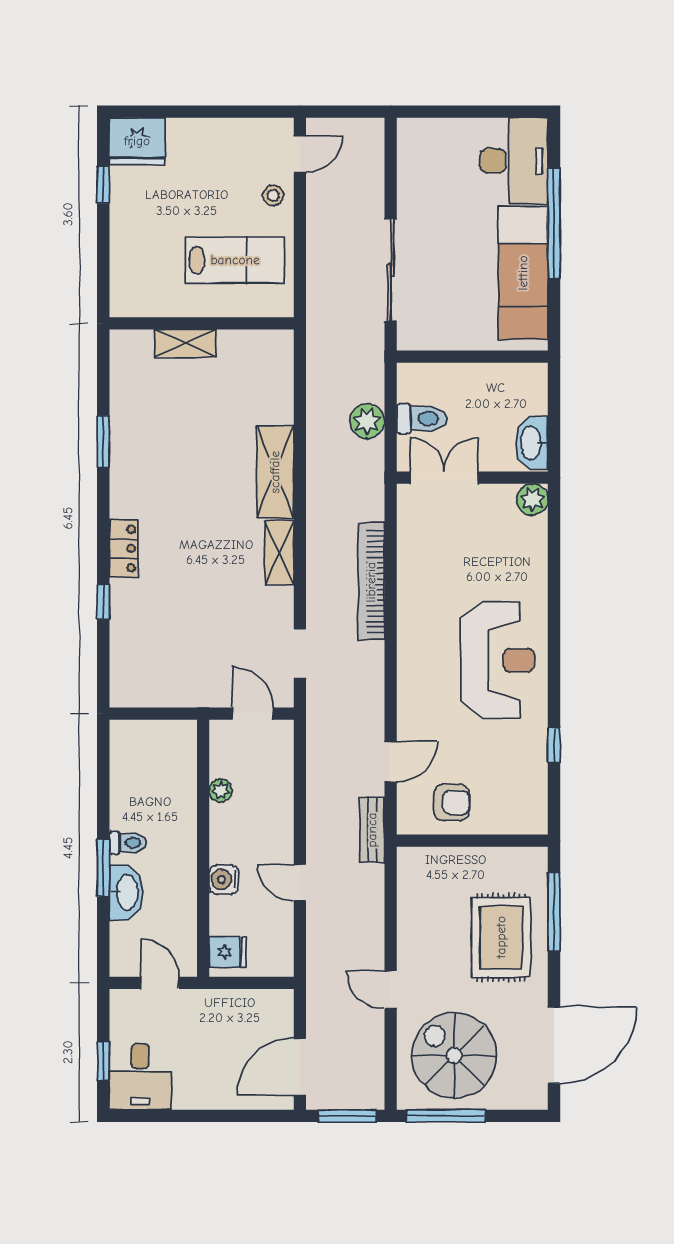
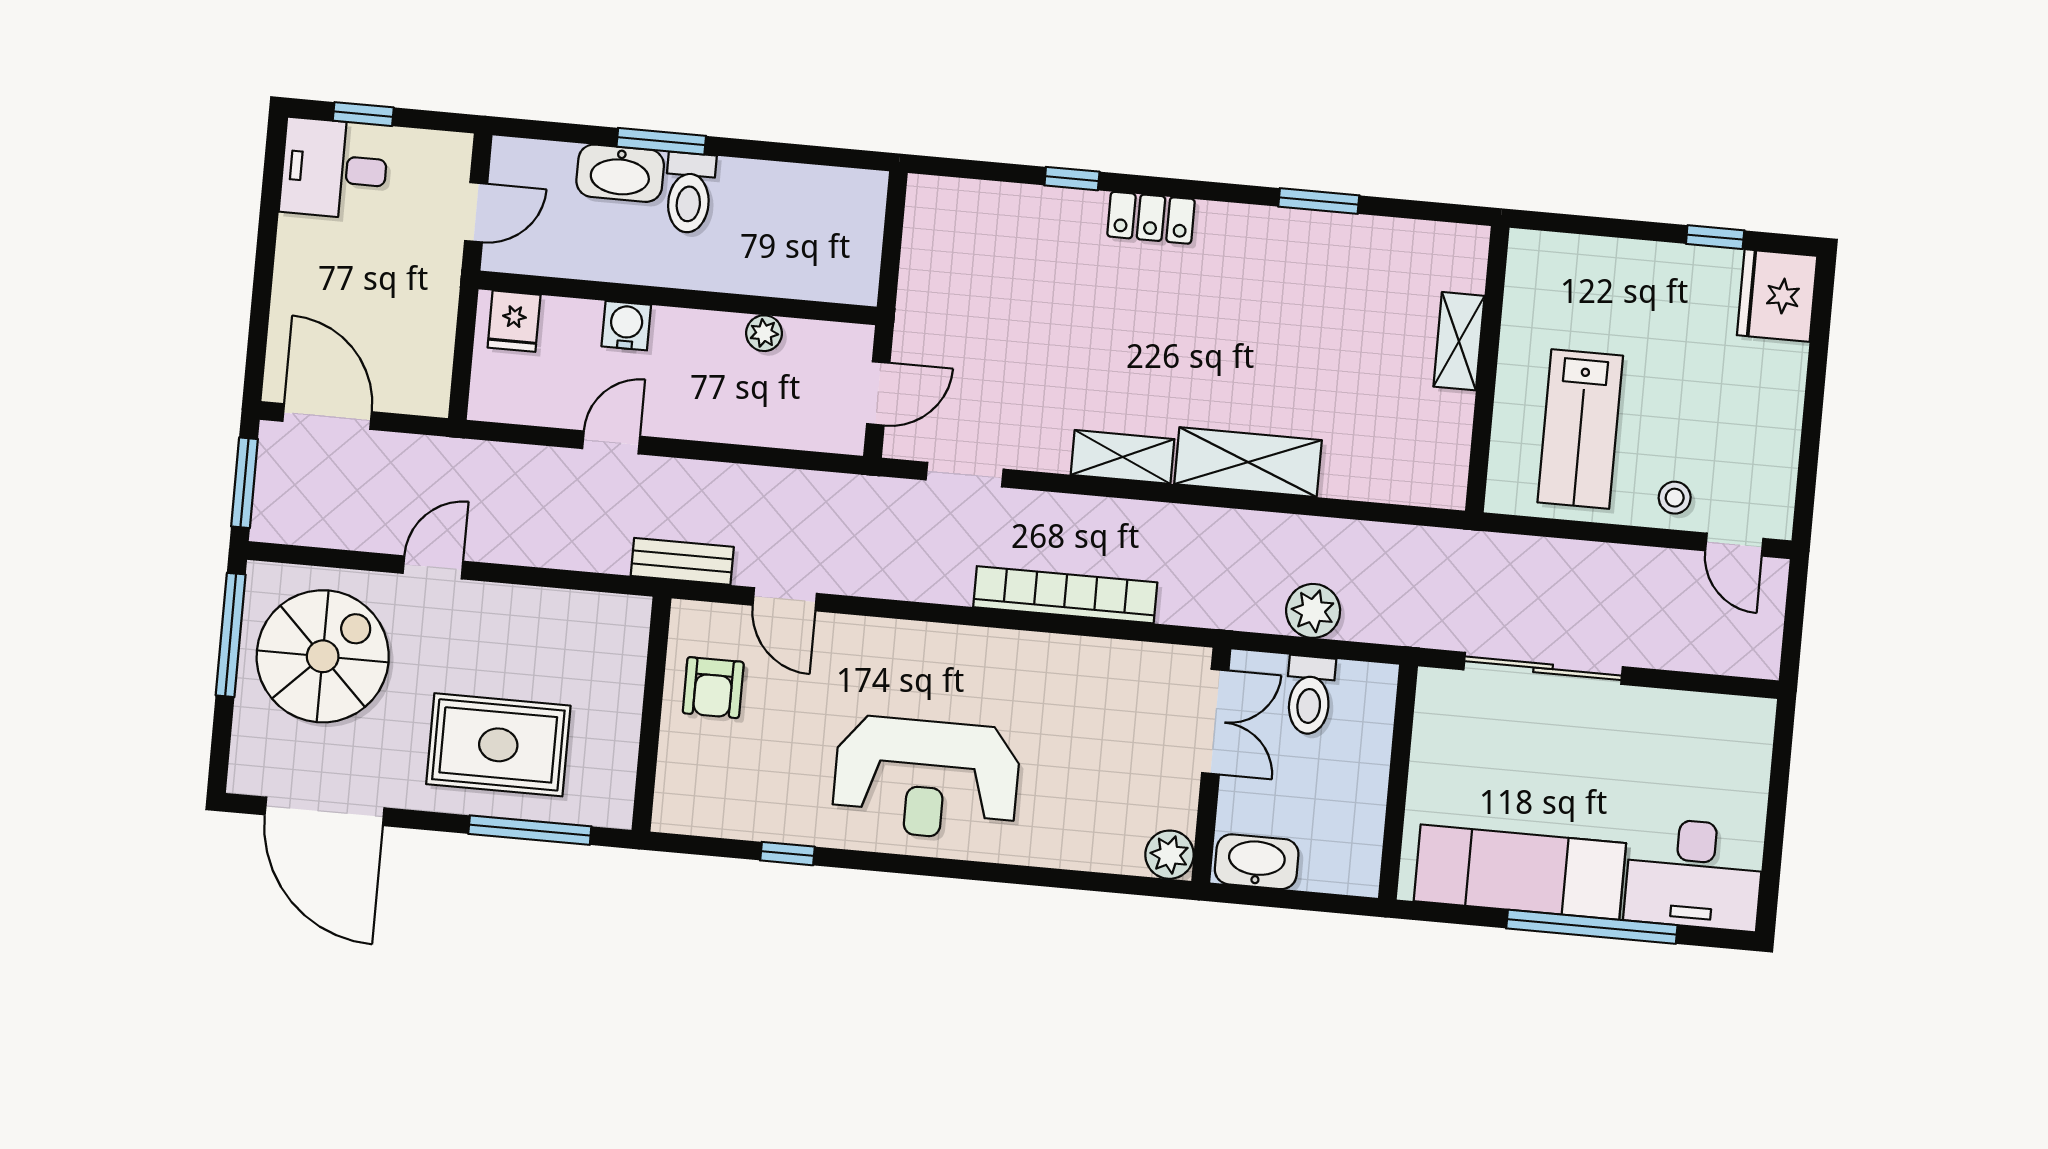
toilet: (128, 843) -> (689, 193), width x1.37, depth x1.39

